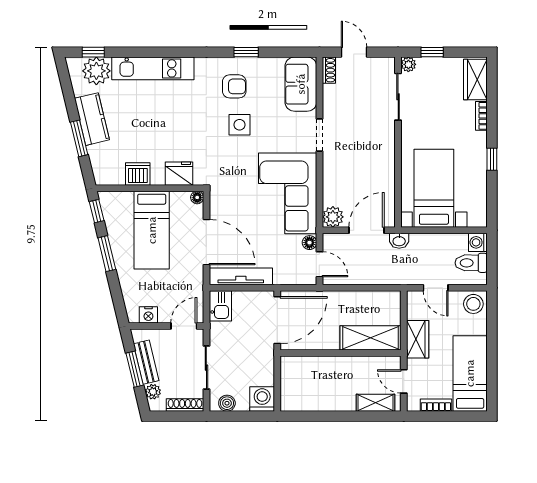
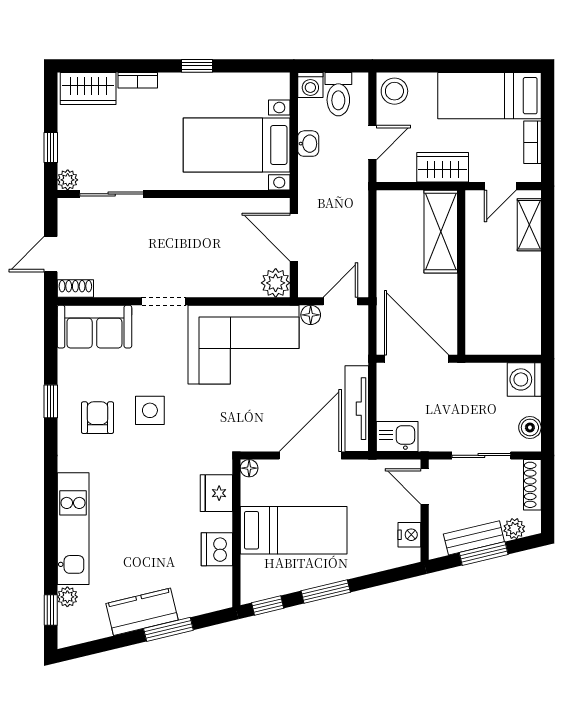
plant: (96, 71) -> (67, 597), width x0.53, depth x0.53
washbasin: (399, 241) -> (308, 144), moved

